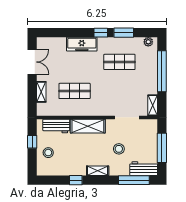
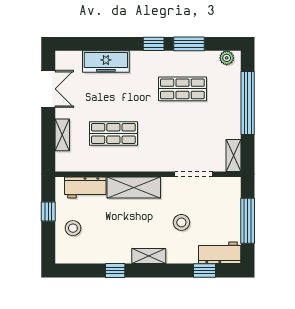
freezer: (82, 44) -> (106, 62), moved
window: (134, 180) -> (205, 271), width x0.46

